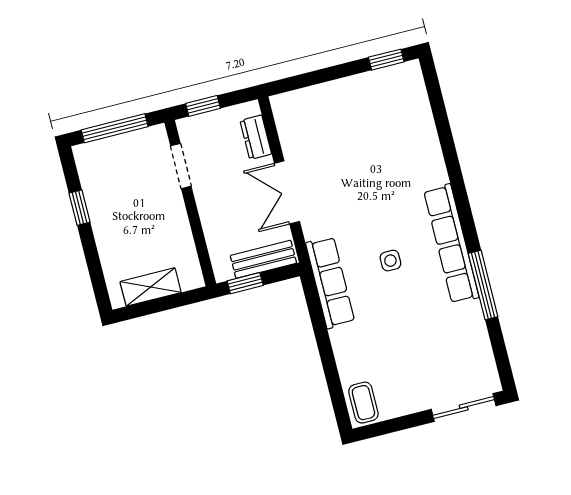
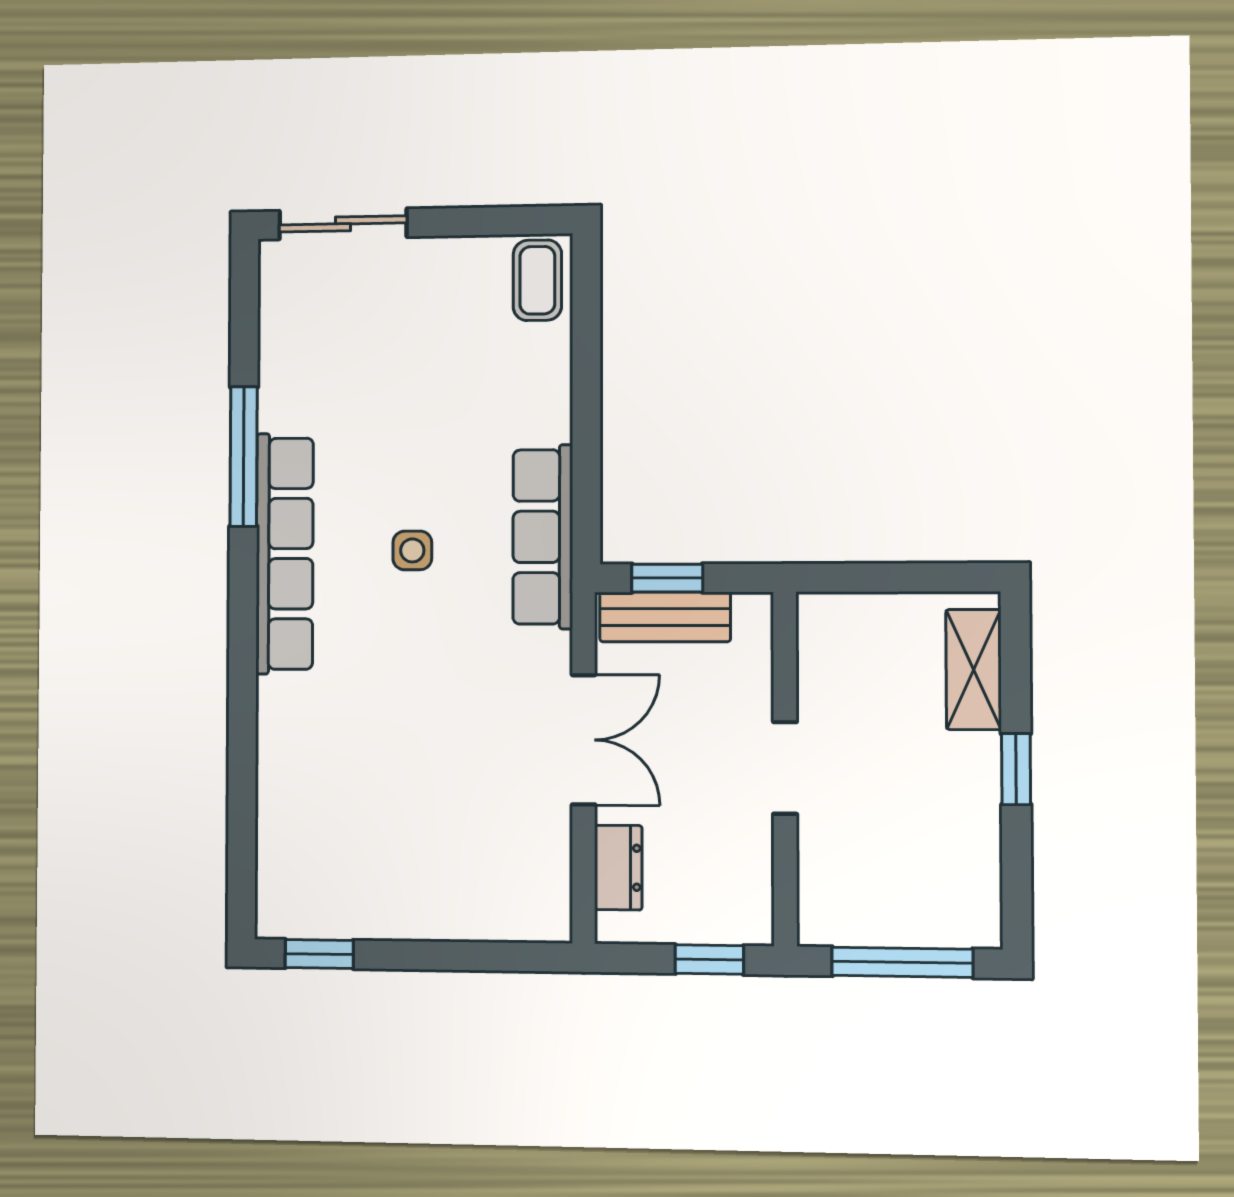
doorway: (181, 166) -> (785, 768), moved
window: (80, 208) -> (1016, 769), moved
window: (245, 283) -> (667, 578), moved
shelving: (151, 287) -> (974, 669), moved, turned 90

